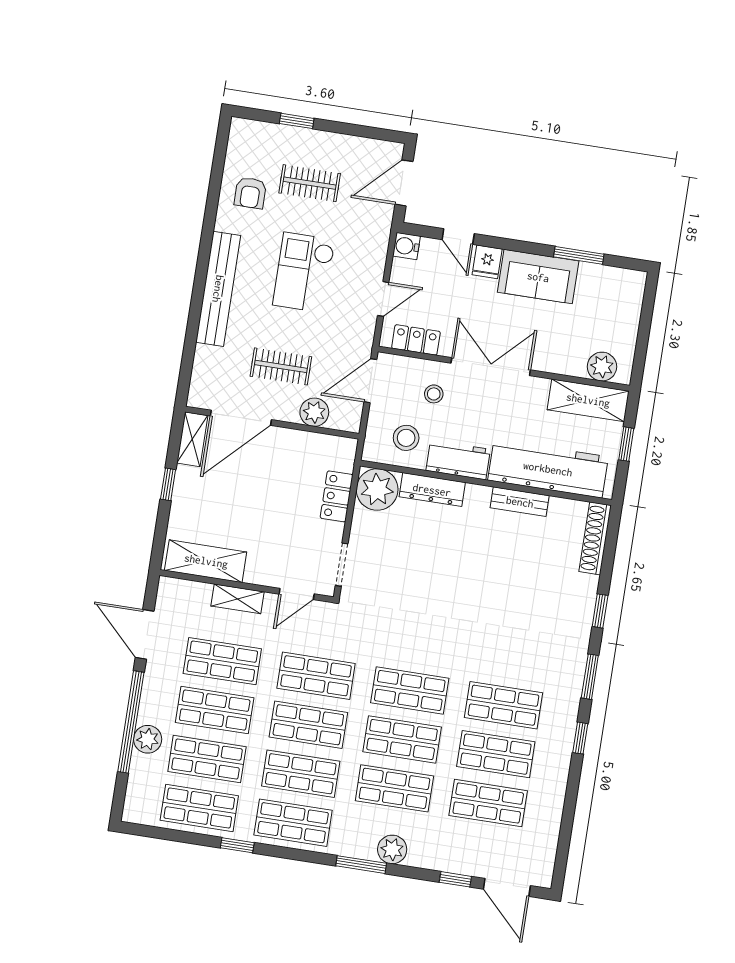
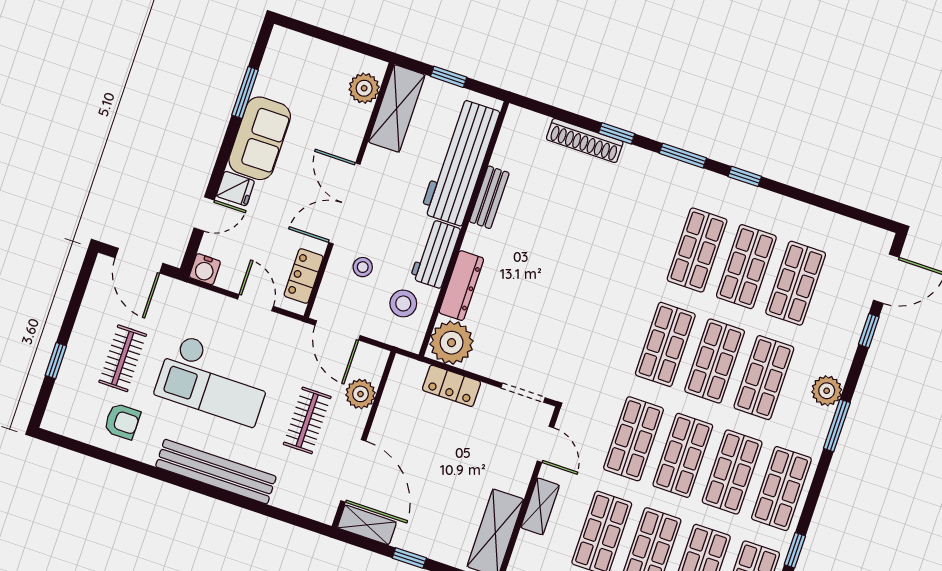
checkout: (304, 272) -> (214, 380), width x1.36, depth x1.21
shoe rack: (595, 538) -> (585, 141), moved

